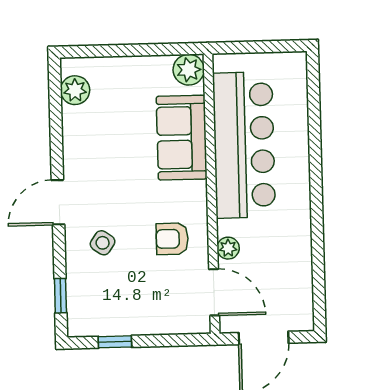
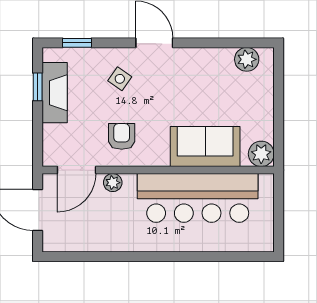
fireplace: (121, 321) -> (55, 93), added

